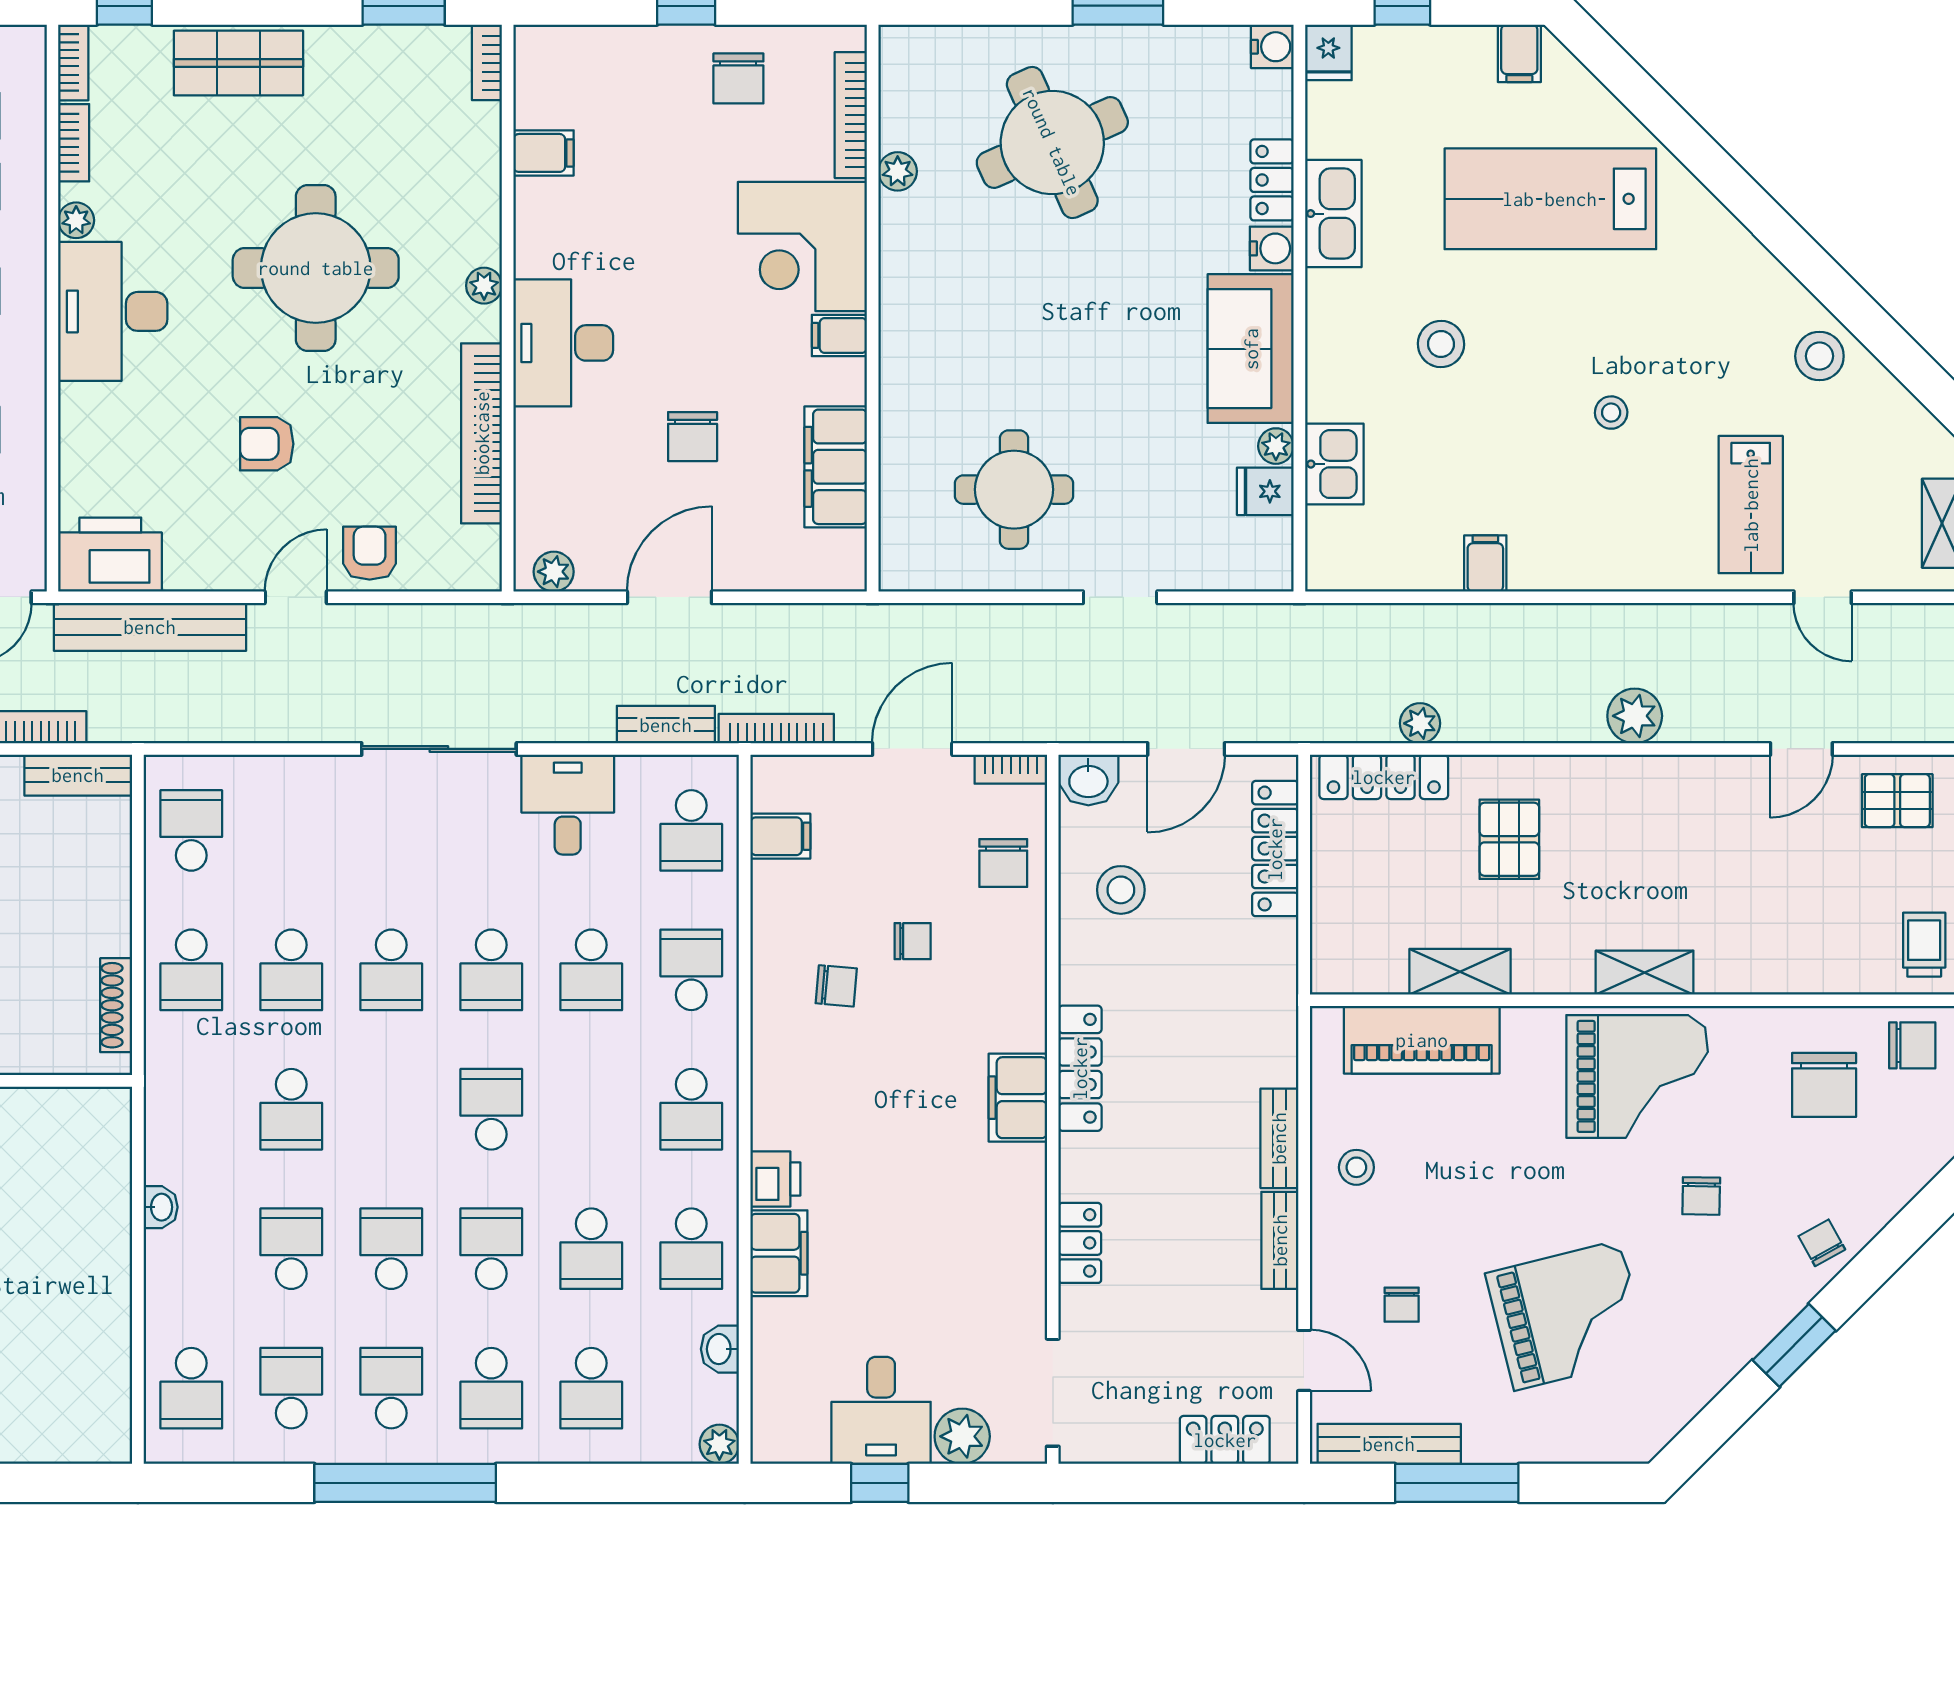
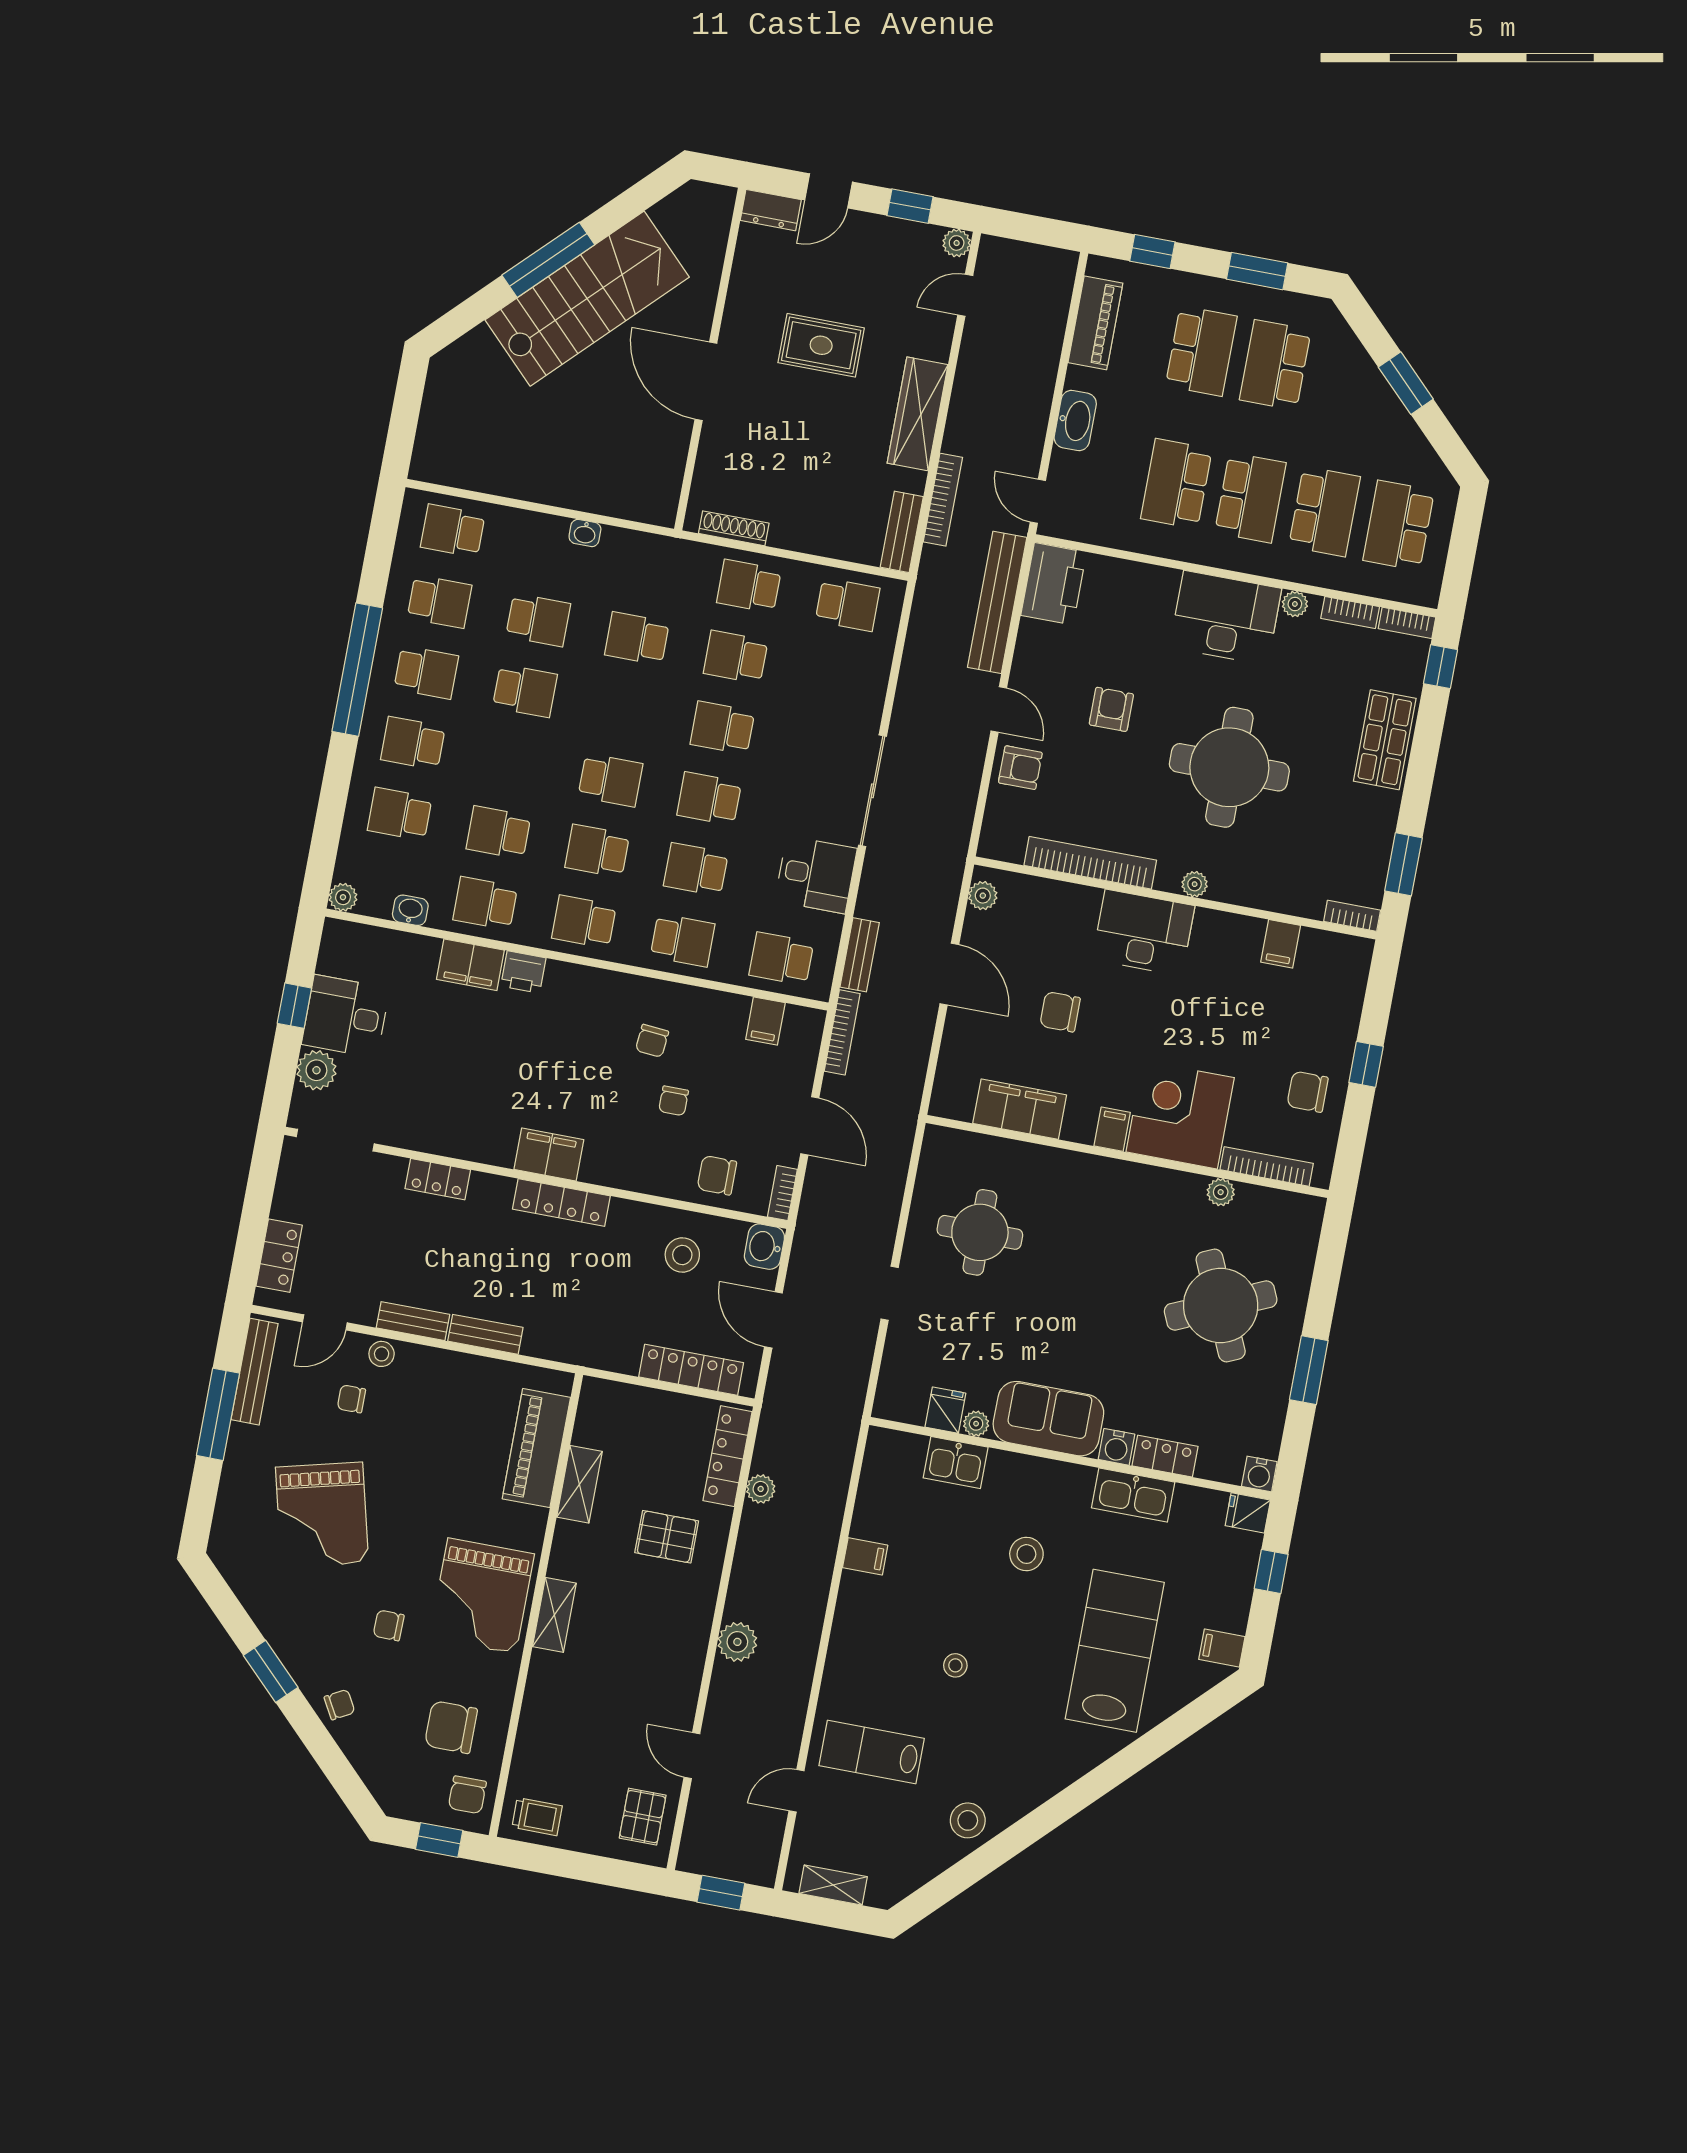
stool: (1356, 1167) -> (382, 1354), moved
school desk: (491, 1249) -> (597, 851), moved, turned 180

